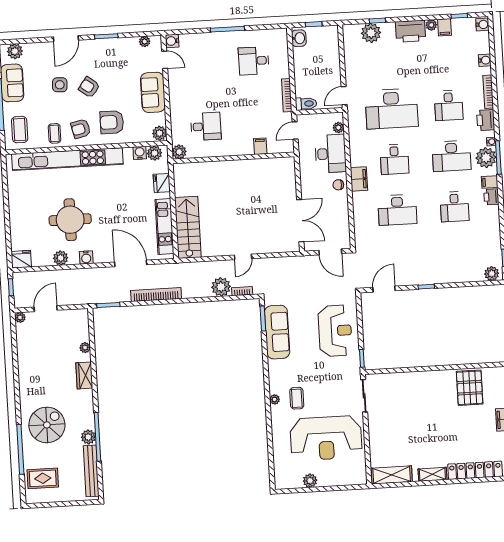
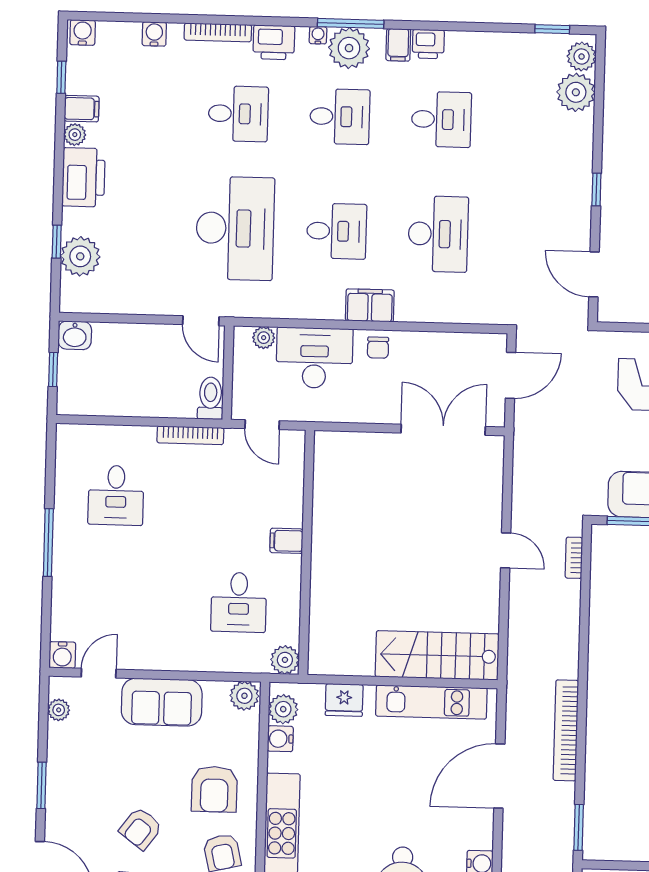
washbasin: (299, 38) -> (75, 335), moved, turned 180
desk: (206, 126) -> (239, 602), turned 180
filing cabinet: (260, 146) -> (286, 541), moved
desk: (452, 156) -> (340, 117), width x0.73
plant: (221, 287) -> (576, 92), moved

